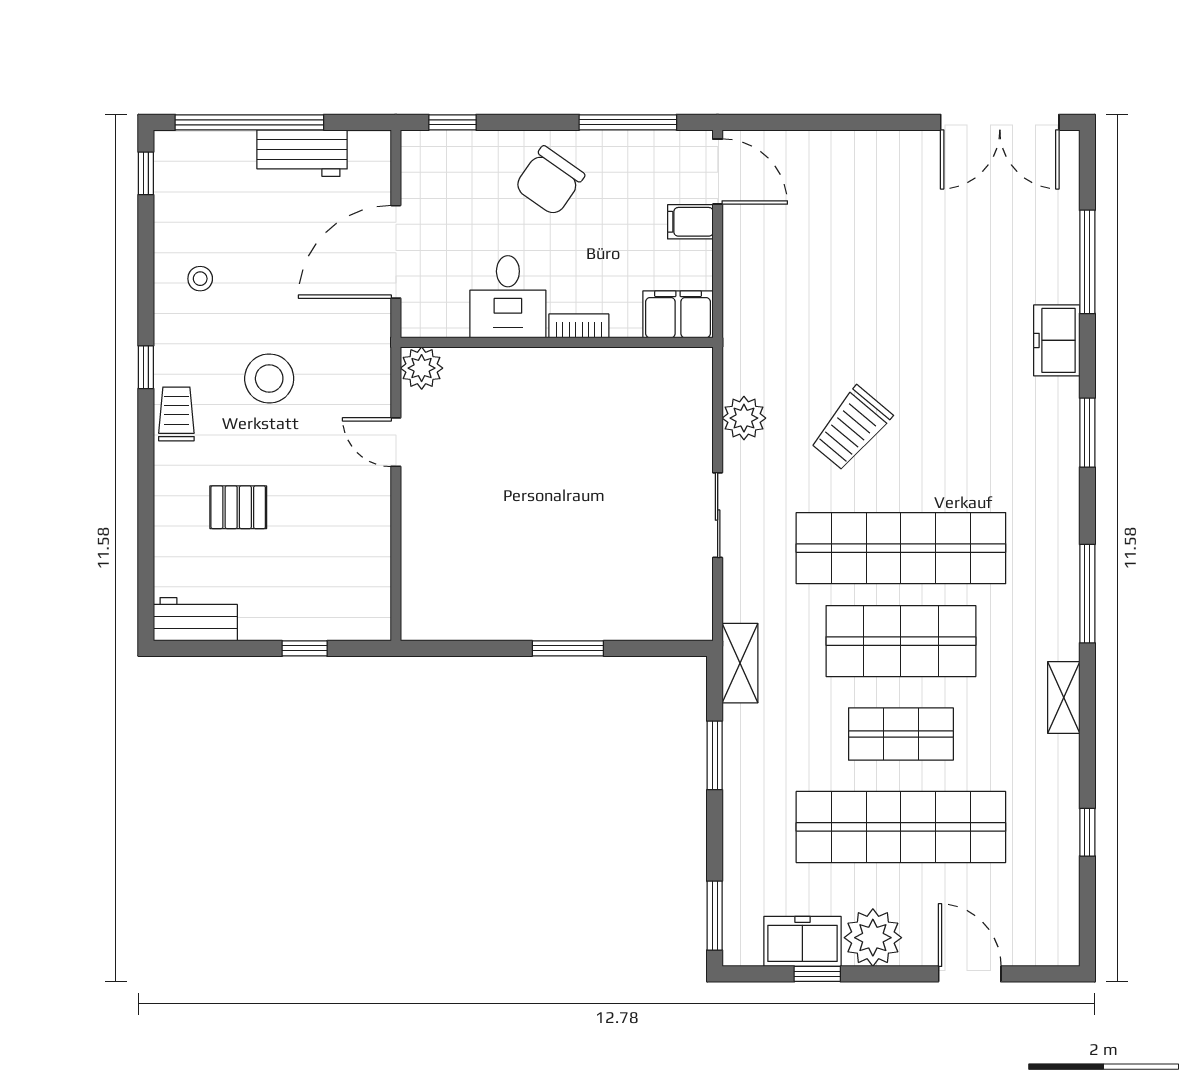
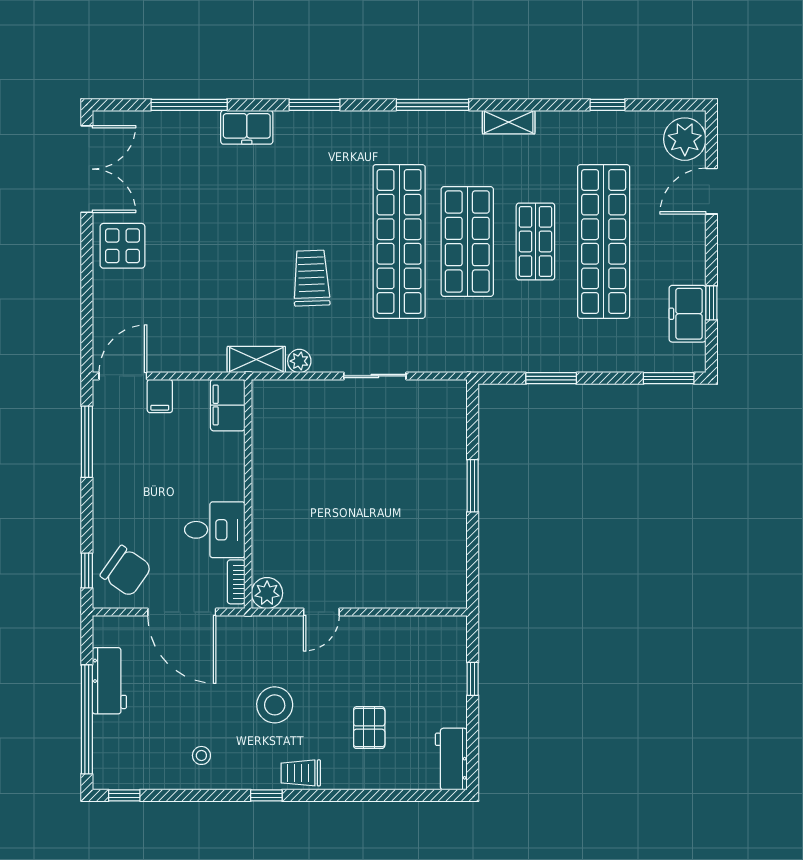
display table: (895, 171) -> (122, 246), added
chair: (550, 181) -> (126, 571), moved
bookcase: (579, 326) -> (236, 582), moved
plant: (744, 418) -> (299, 361), width x0.73, depth x0.73
trolley: (851, 428) -> (311, 278), turned -132
shelving: (740, 663) -> (256, 360), moved
plant: (873, 938) -> (685, 139), moved

